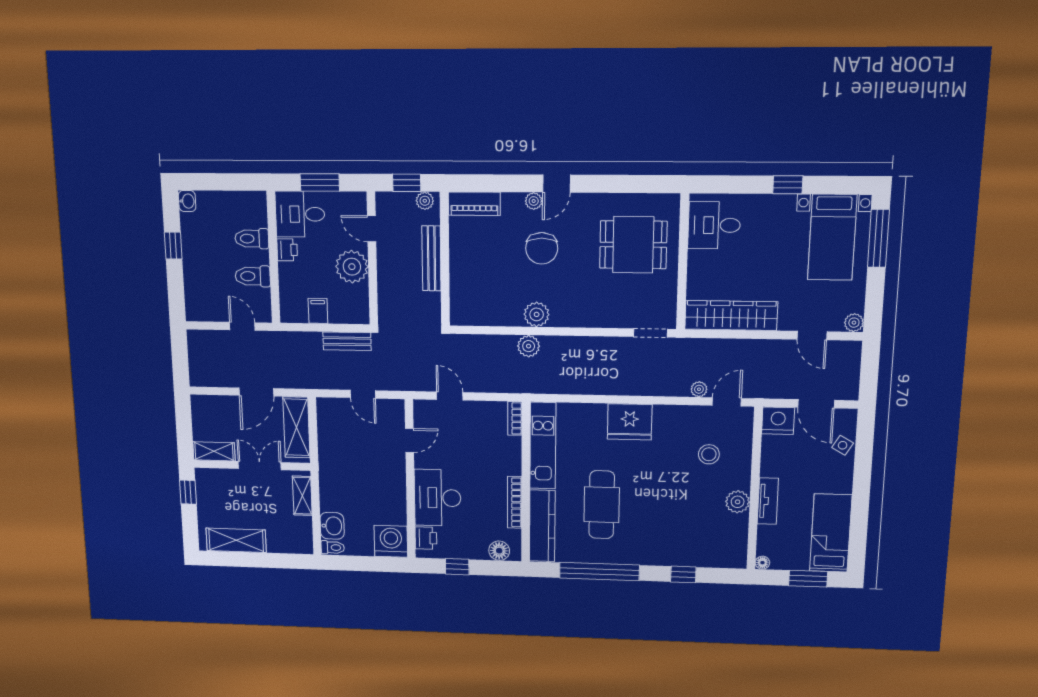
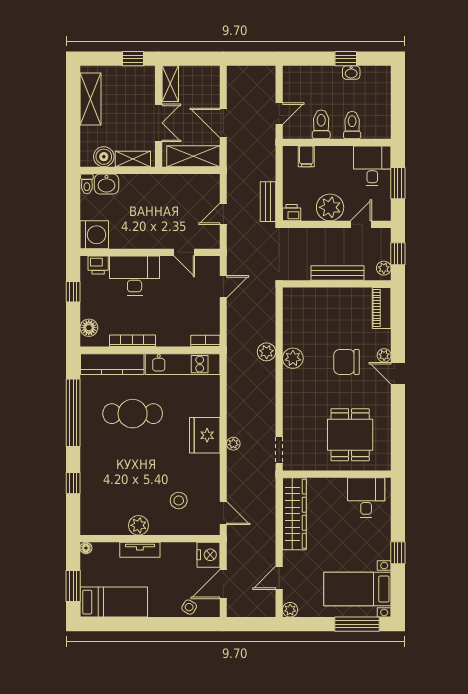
washbasin: (187, 201) -> (351, 73), moved
printer: (287, 250) -> (292, 213), moved, turned 180
filing cabinet: (318, 311) -> (306, 156), moved, turned 90
plant: (699, 389) -> (233, 444), moved
boiler: (301, 528) -> (104, 157), added

